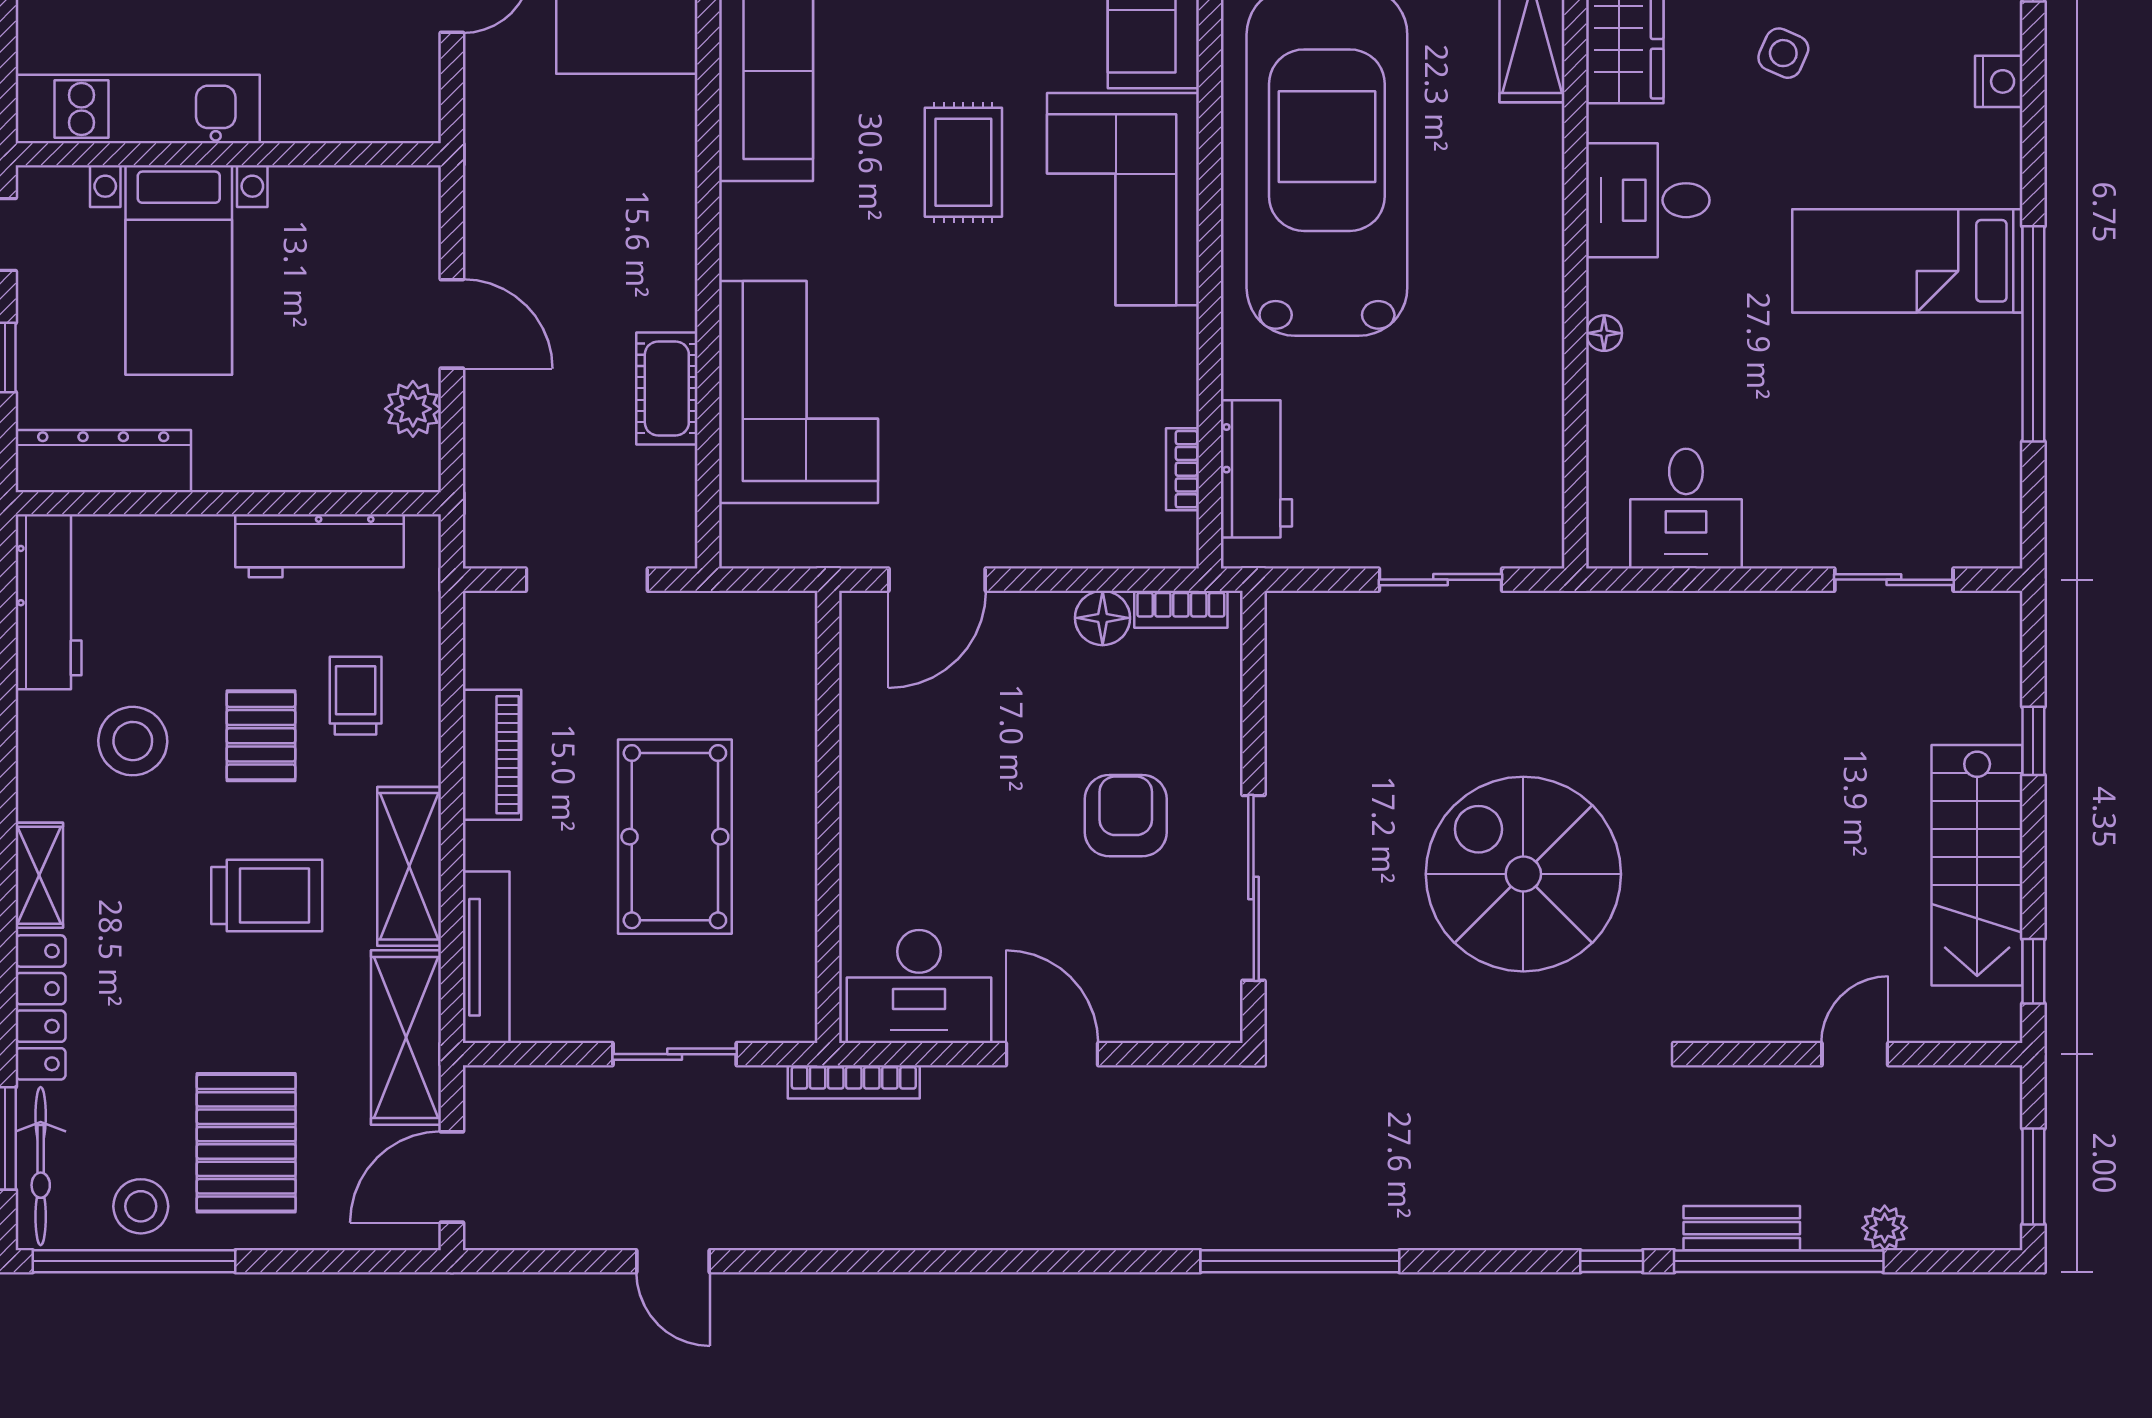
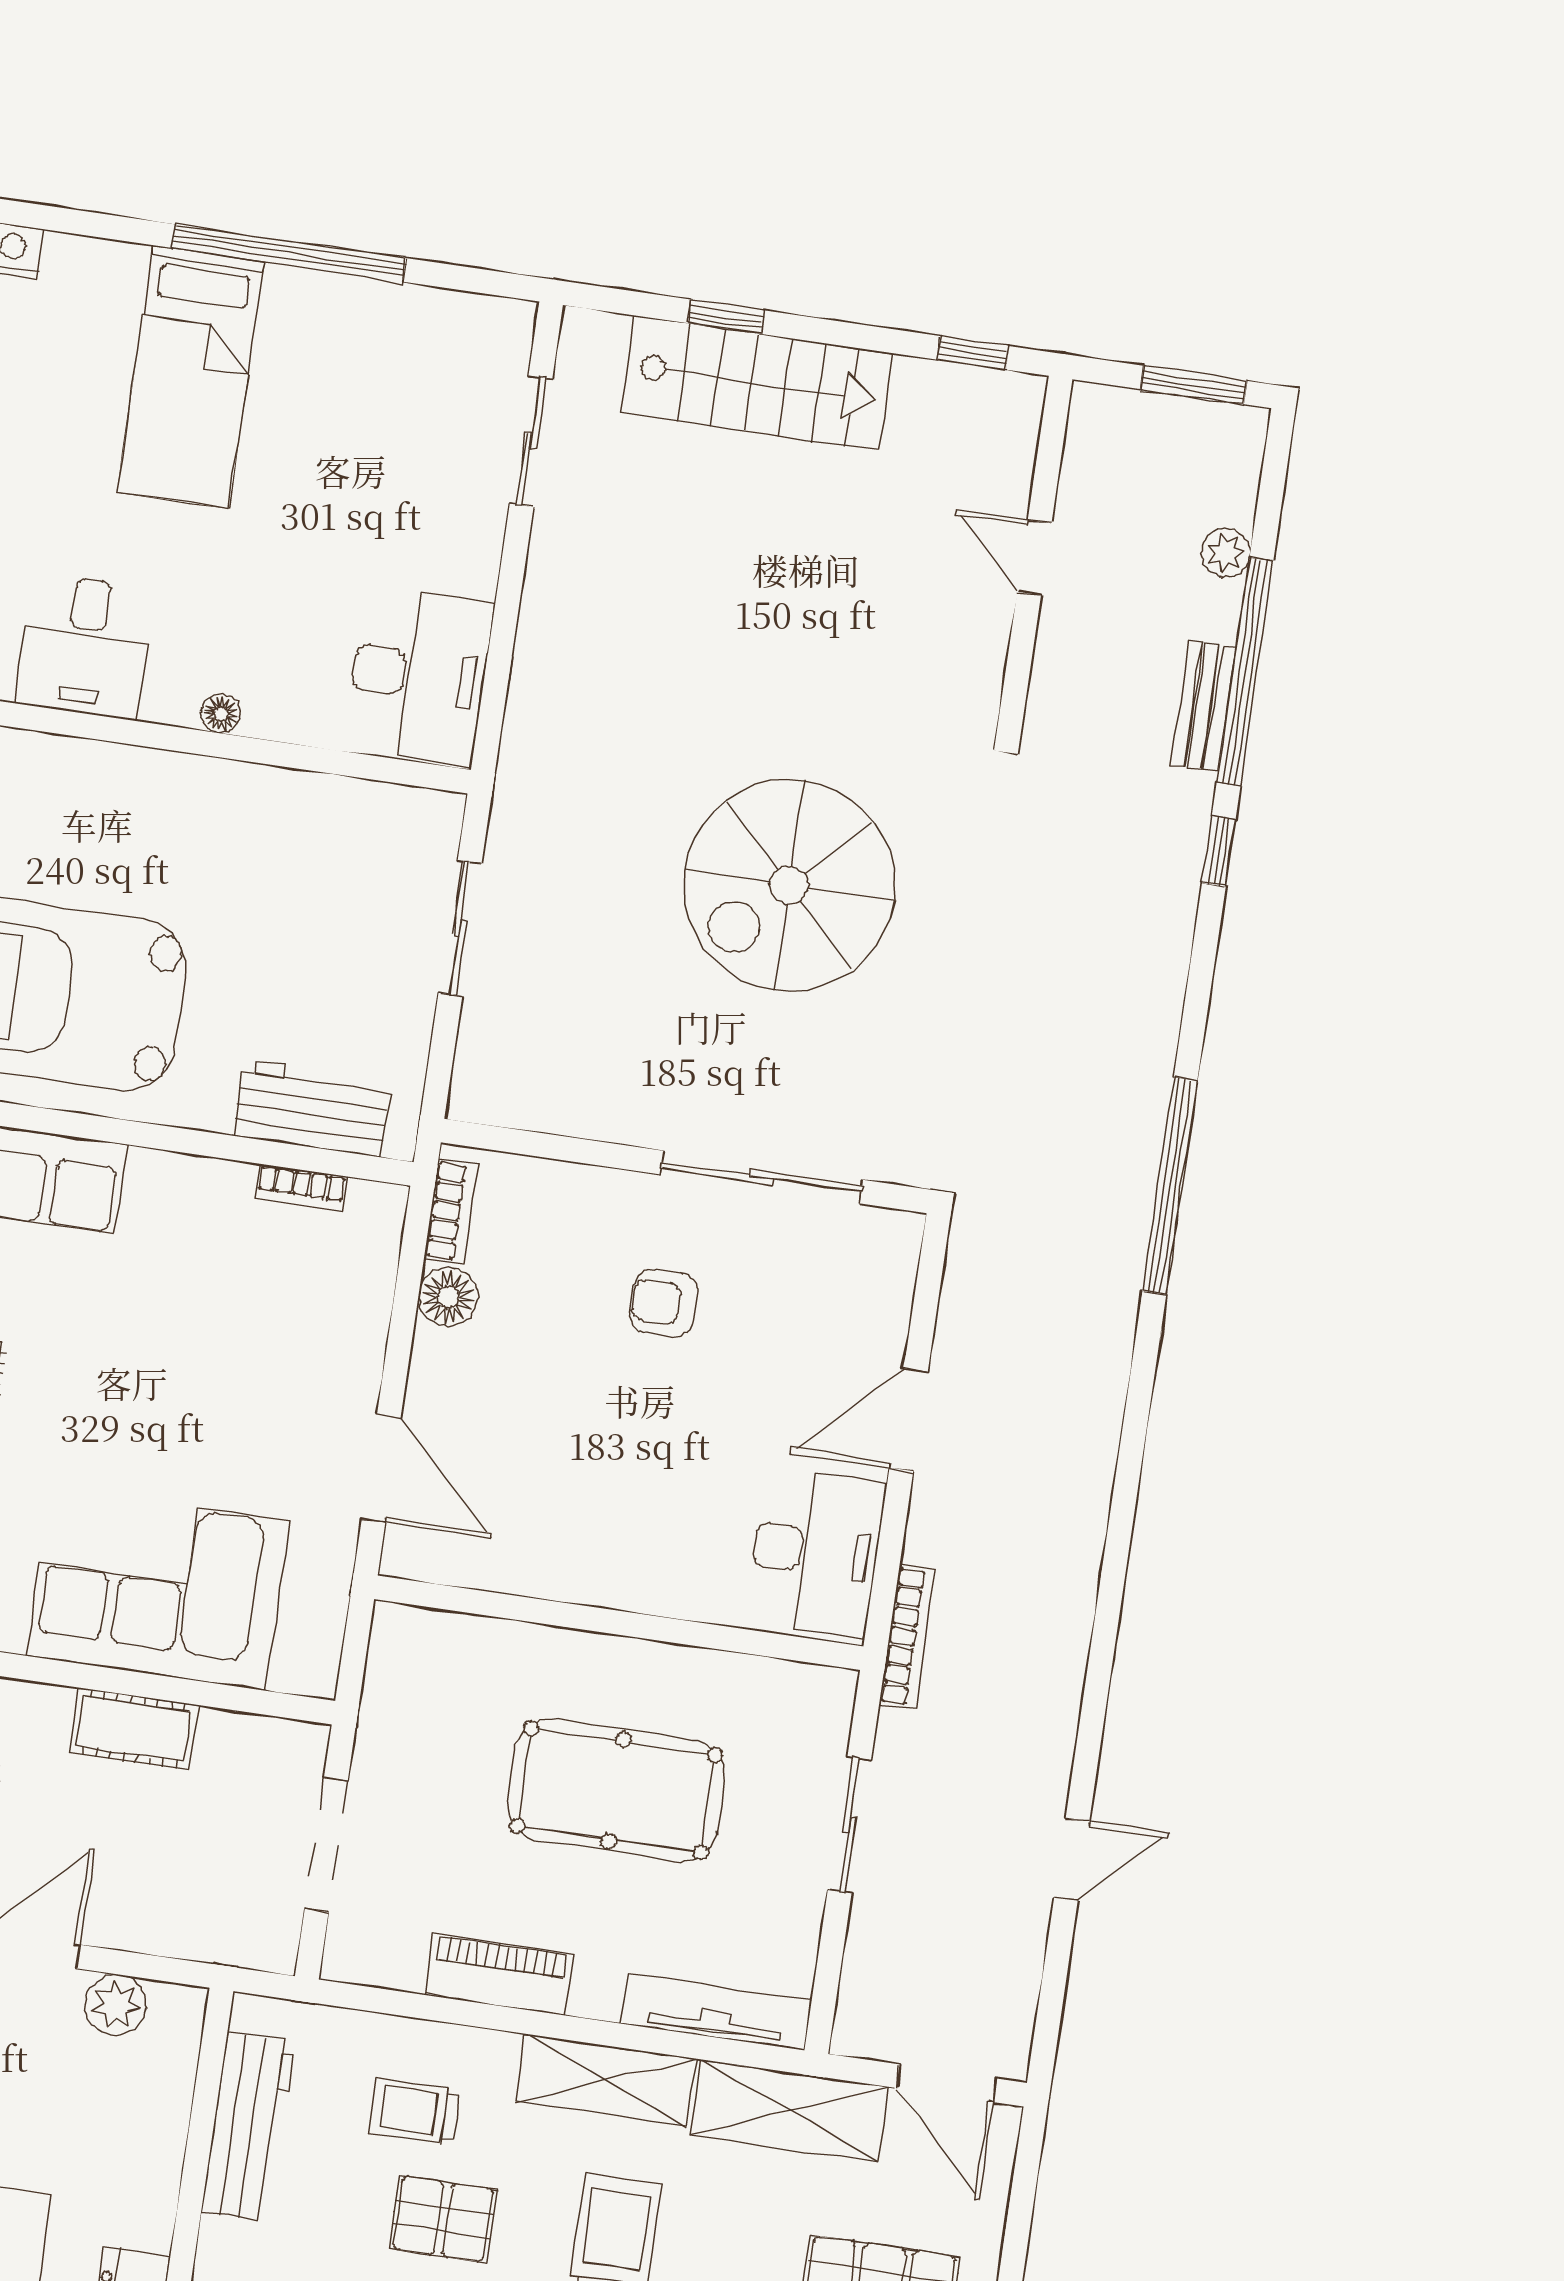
desk: (1686, 509) -> (419, 676), width x1.37
armchair: (1126, 816) -> (664, 1303), width x0.72, depth x0.72
stairs: (1977, 865) -> (757, 383), moved

